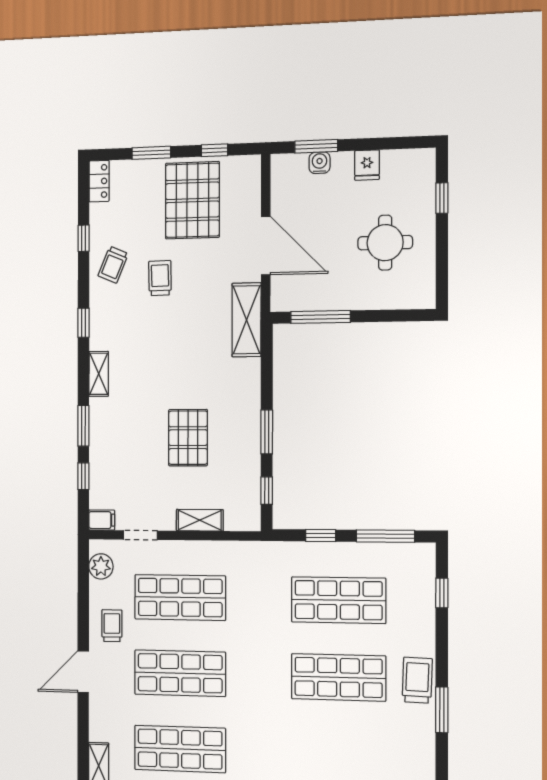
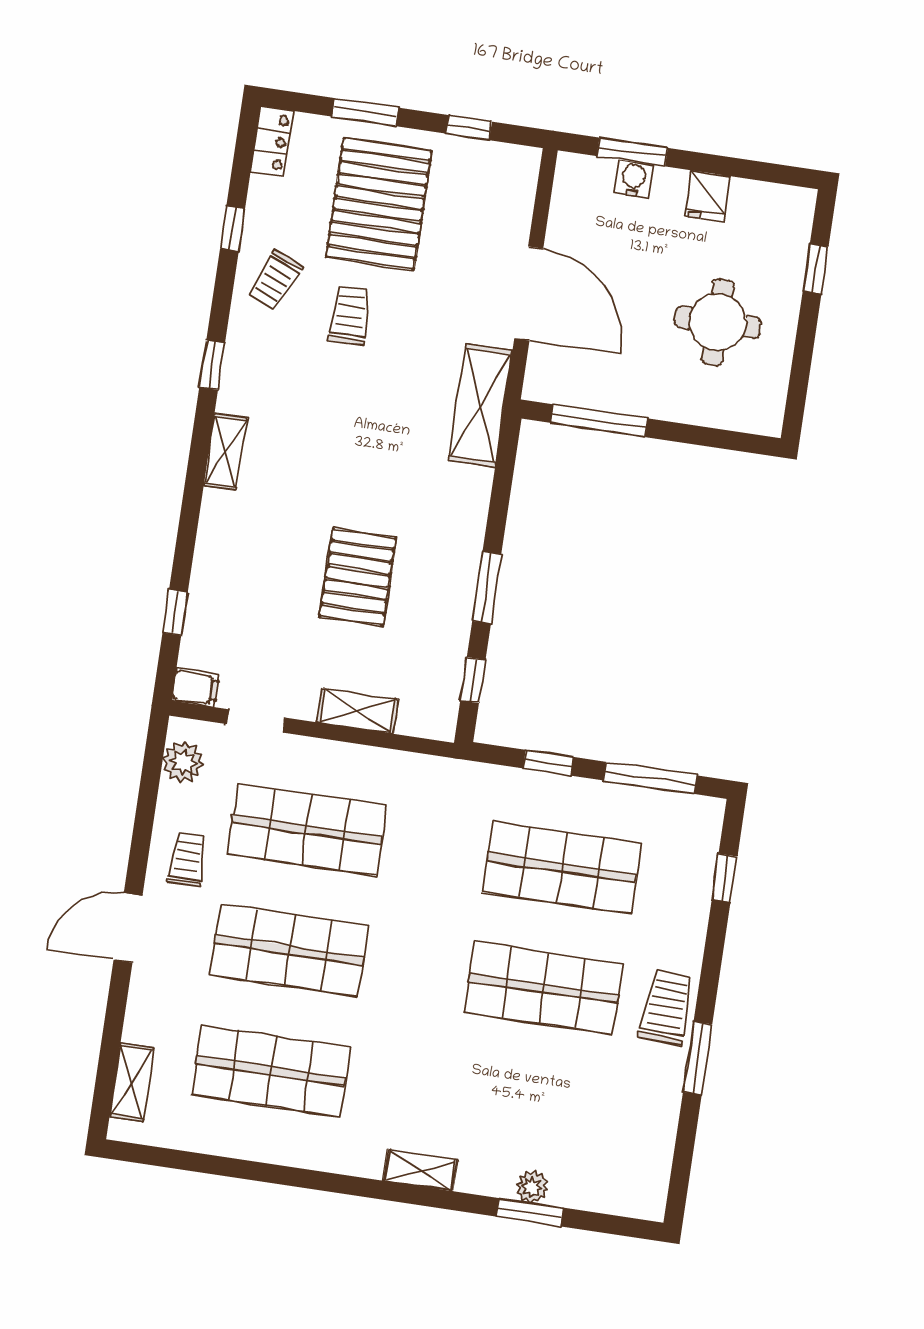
pallet: (192, 200) -> (379, 204), moved
window: (83, 426) -> (187, 531), removed

